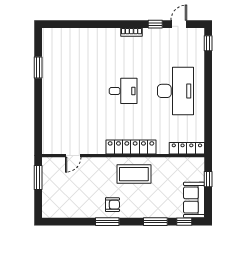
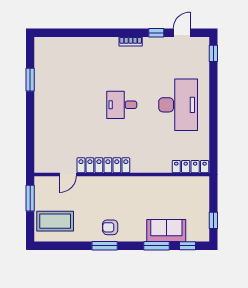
desk: (123, 91) -> (122, 105), turned 180
locker: (131, 147) -> (103, 165), moved
coffee table: (134, 174) -> (55, 221), moved
window: (208, 179) -> (213, 220), moved
sofa: (194, 200) -> (166, 230), moved, turned 90
armchair: (112, 205) -> (110, 227), turned 180

